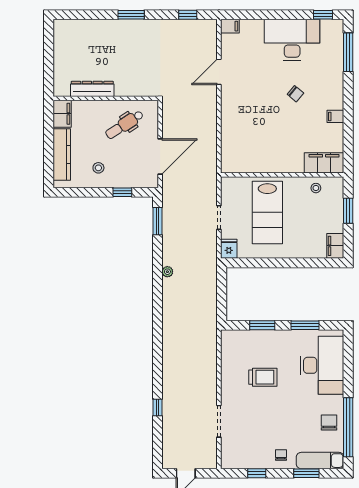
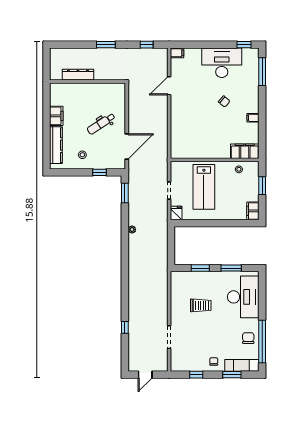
dresser: (92, 89) -> (78, 75), moved
wall: (106, 98) -> (88, 81), moved

